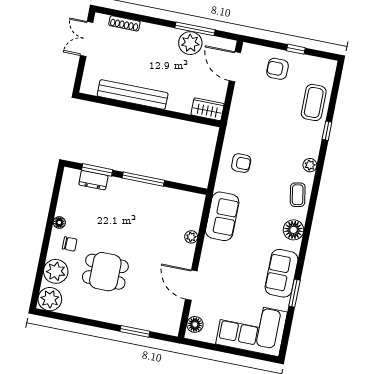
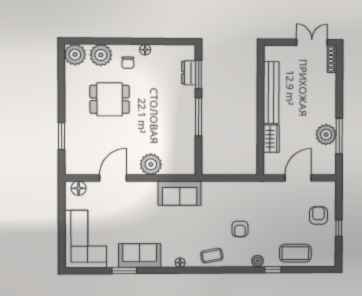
shoe rack: (124, 23) -> (332, 59), moved
door: (235, 67) -> (298, 178), moved
wardrobe: (208, 109) -> (271, 139), moved
armchair: (241, 163) -> (240, 229), moved
plant: (310, 165) -> (258, 261), moved
floor lamp: (294, 230) -> (180, 263), width x0.53, depth x0.53
plant: (191, 237) -> (151, 164), width x1.88, depth x1.88
dining table: (105, 272) -> (110, 99), turned 90

